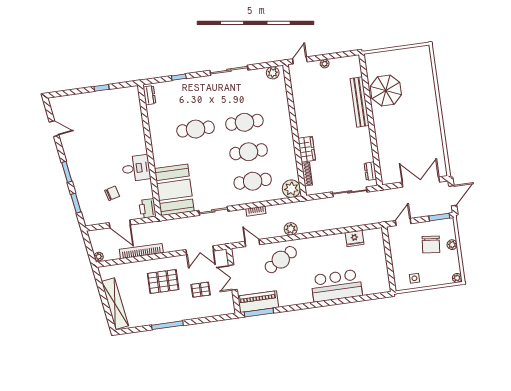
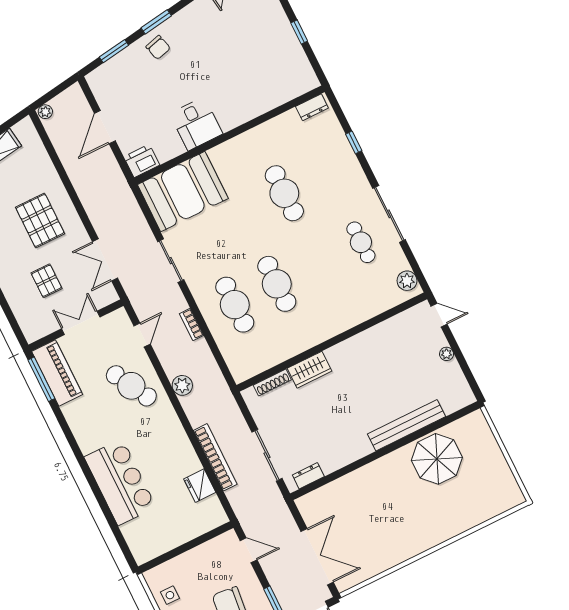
cafe table: (244, 122) -> (361, 242), moved, width x0.73, depth x0.74
plant: (291, 189) -> (243, 366), removed
chair: (112, 193) -> (158, 47), moved
bookcase: (141, 251) -> (215, 457), moved

